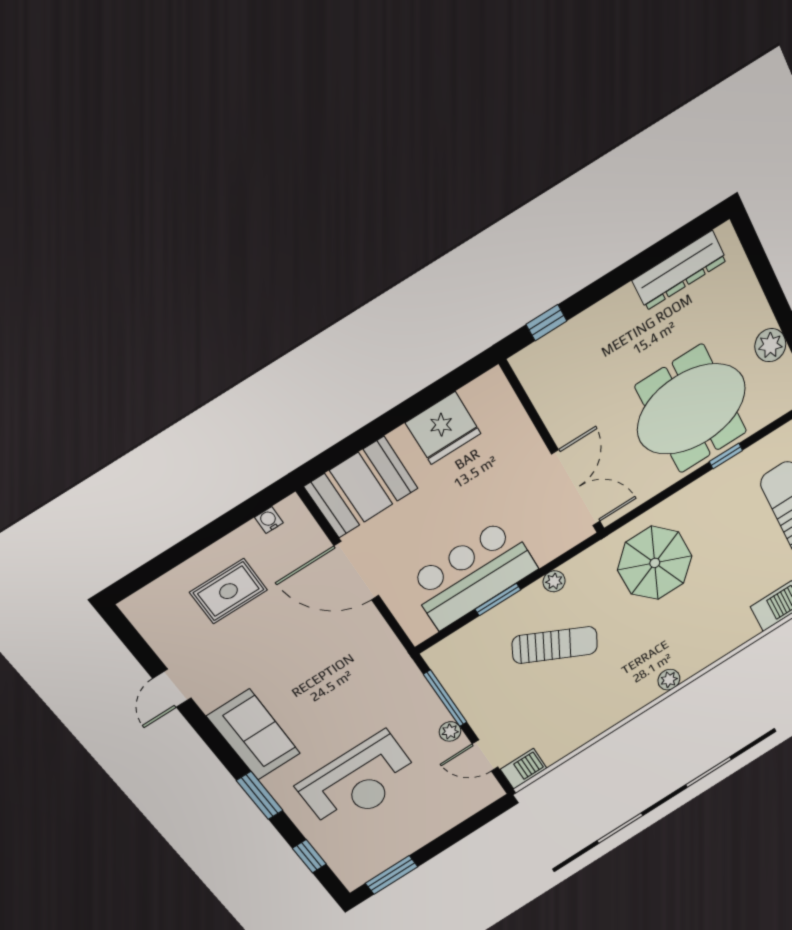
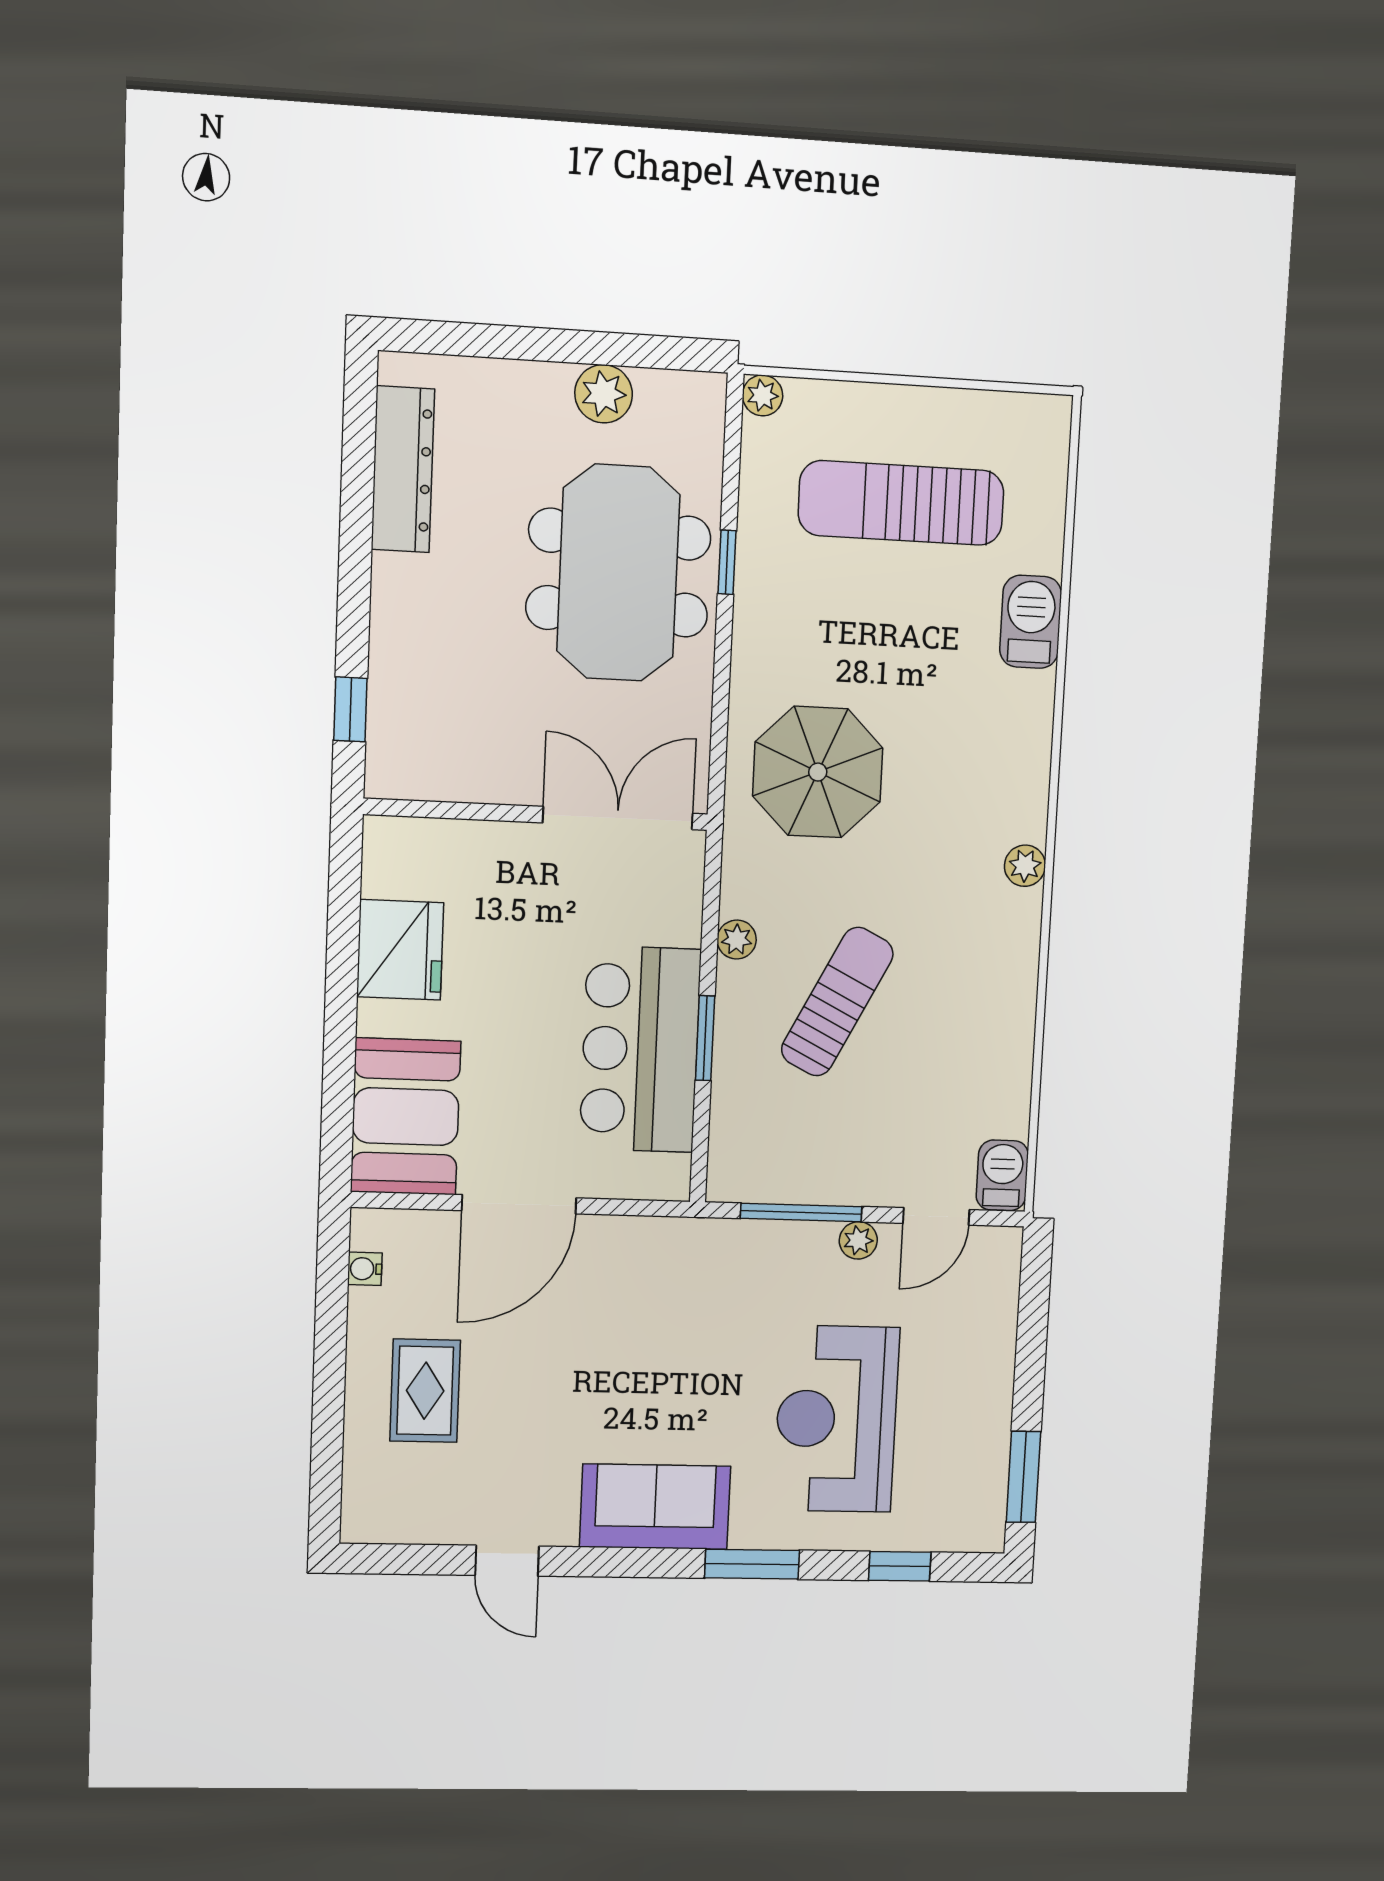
reception desk: (359, 782) -> (836, 1419), turned 180

